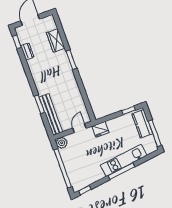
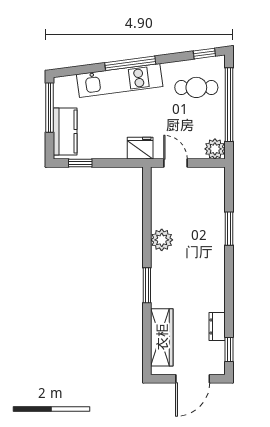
wardrobe: (56, 40) -> (162, 337), width x1.50
plant: (72, 86) -> (162, 240), added
bench: (51, 114) -> (216, 204), removed
door: (79, 128) -> (175, 163), swing flipped
cafe table: (83, 171) -> (196, 87), added

